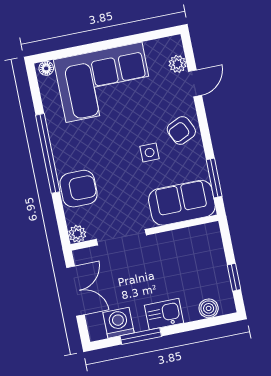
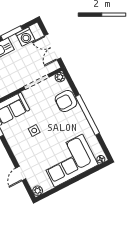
plant: (178, 64) -> (38, 191), moved
armchair: (181, 130) -> (21, 147), removed

